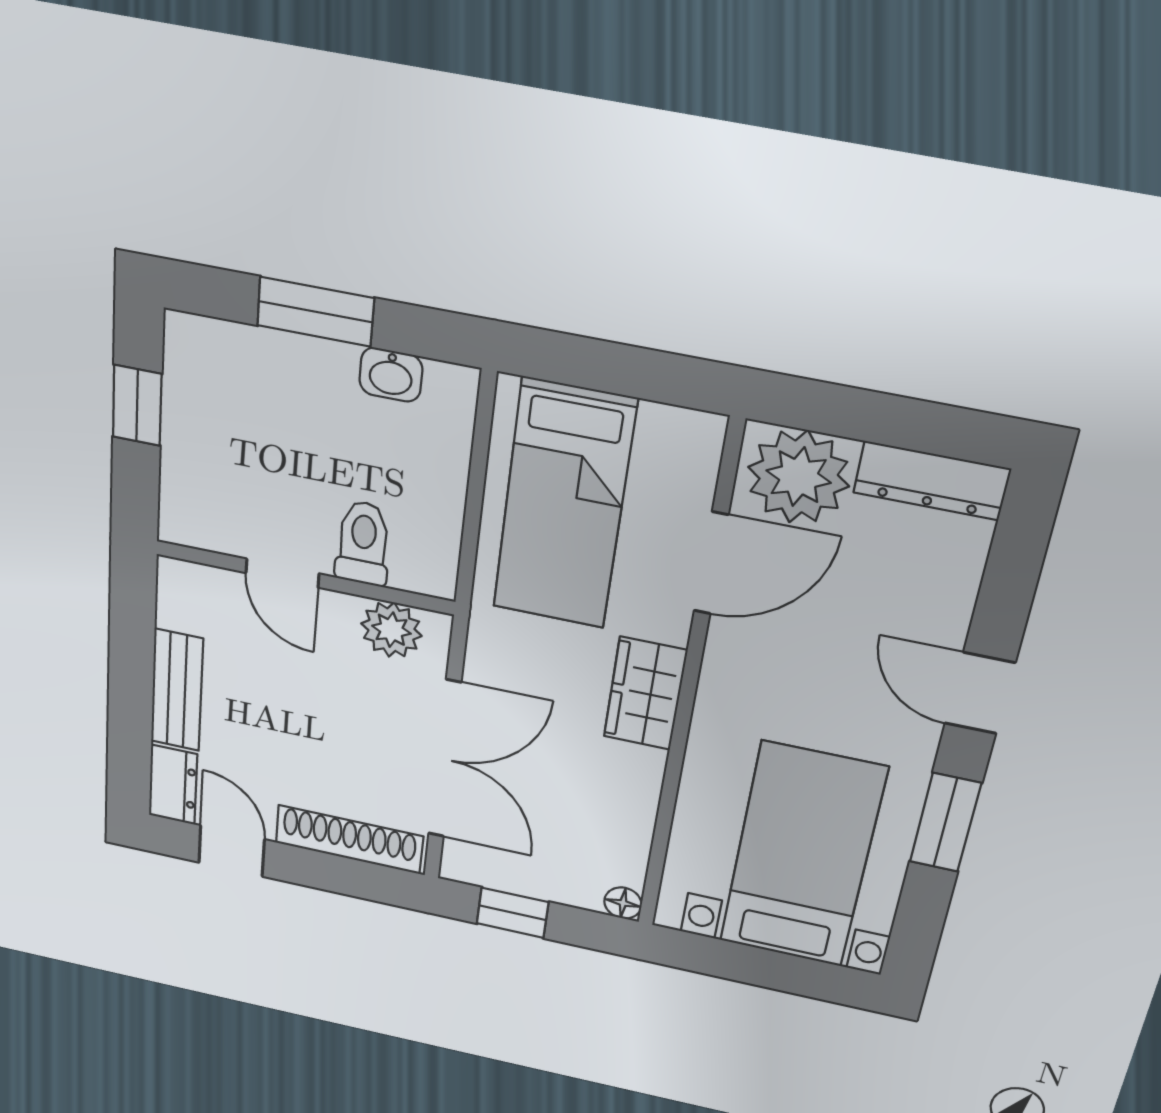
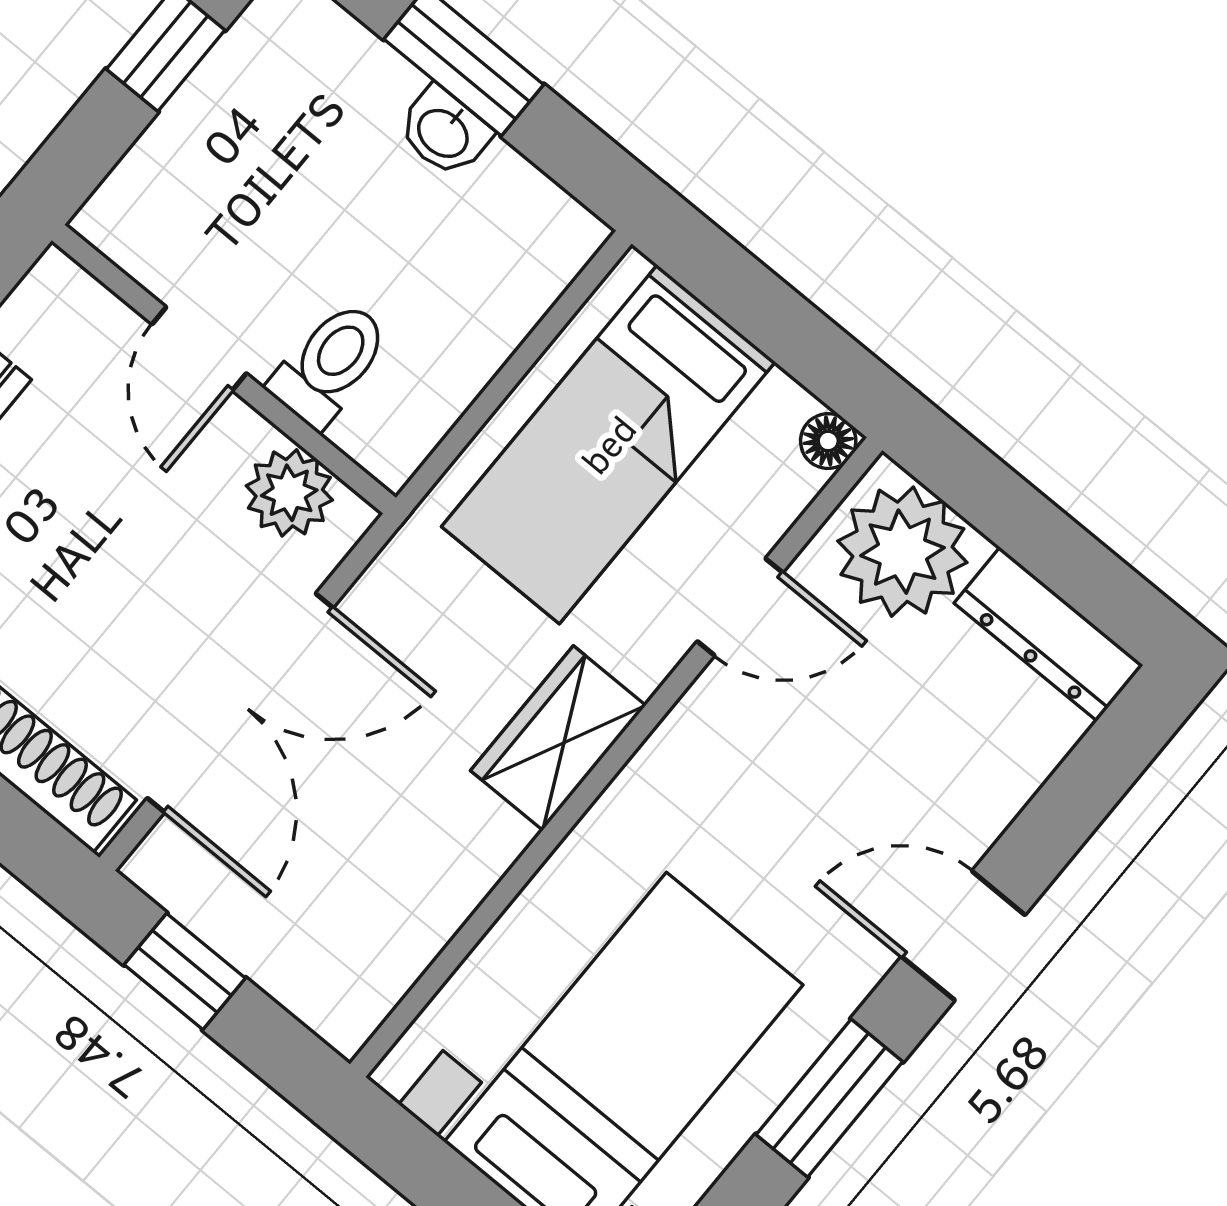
washbasin: (391, 375) -> (444, 132), moved
door: (711, 563) -> (740, 607), width x0.73
door: (980, 693) -> (963, 936), hinge flipped
floor lamp: (623, 903) -> (828, 441), moved

